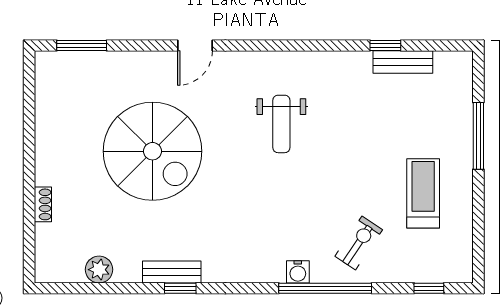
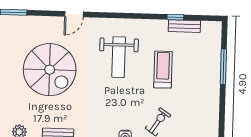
weight bench: (281, 124) -> (119, 57), width x1.36, depth x1.33
treadmill: (423, 193) -> (163, 70), moved

